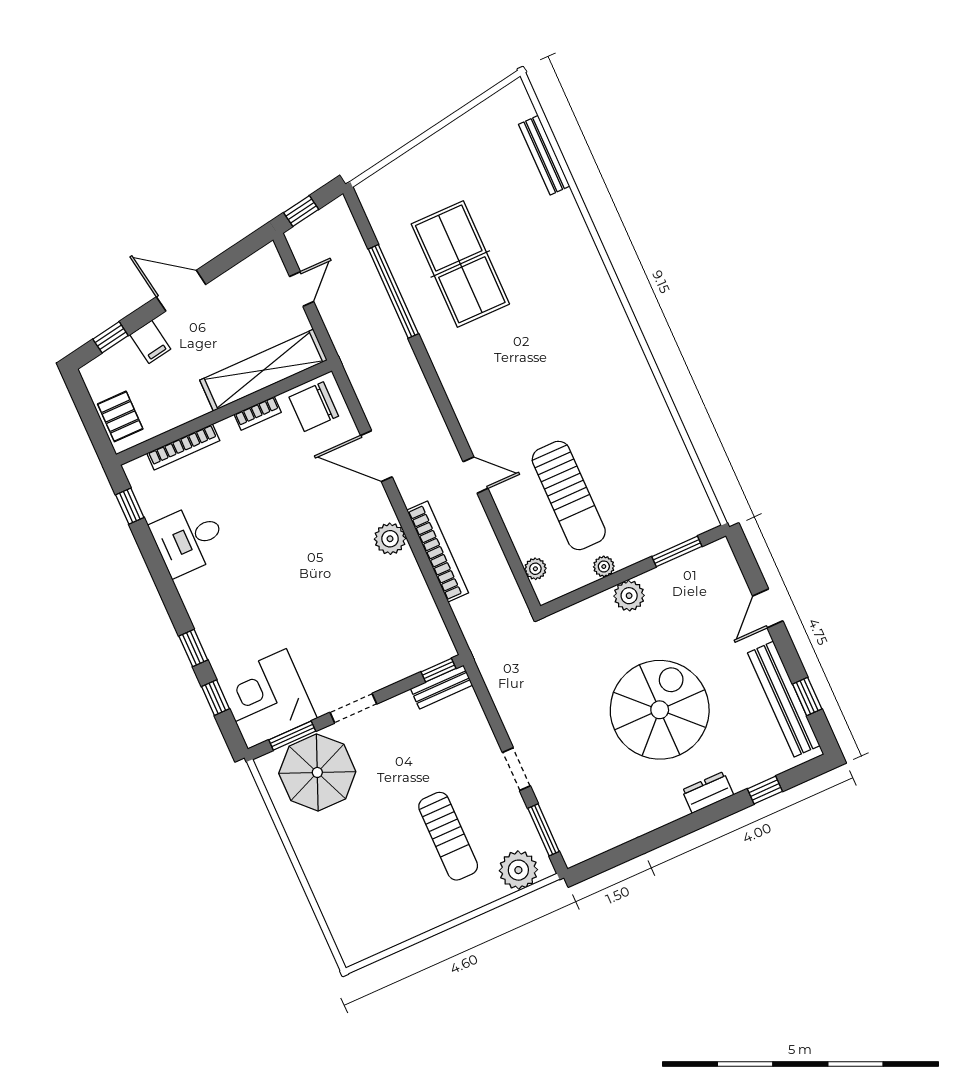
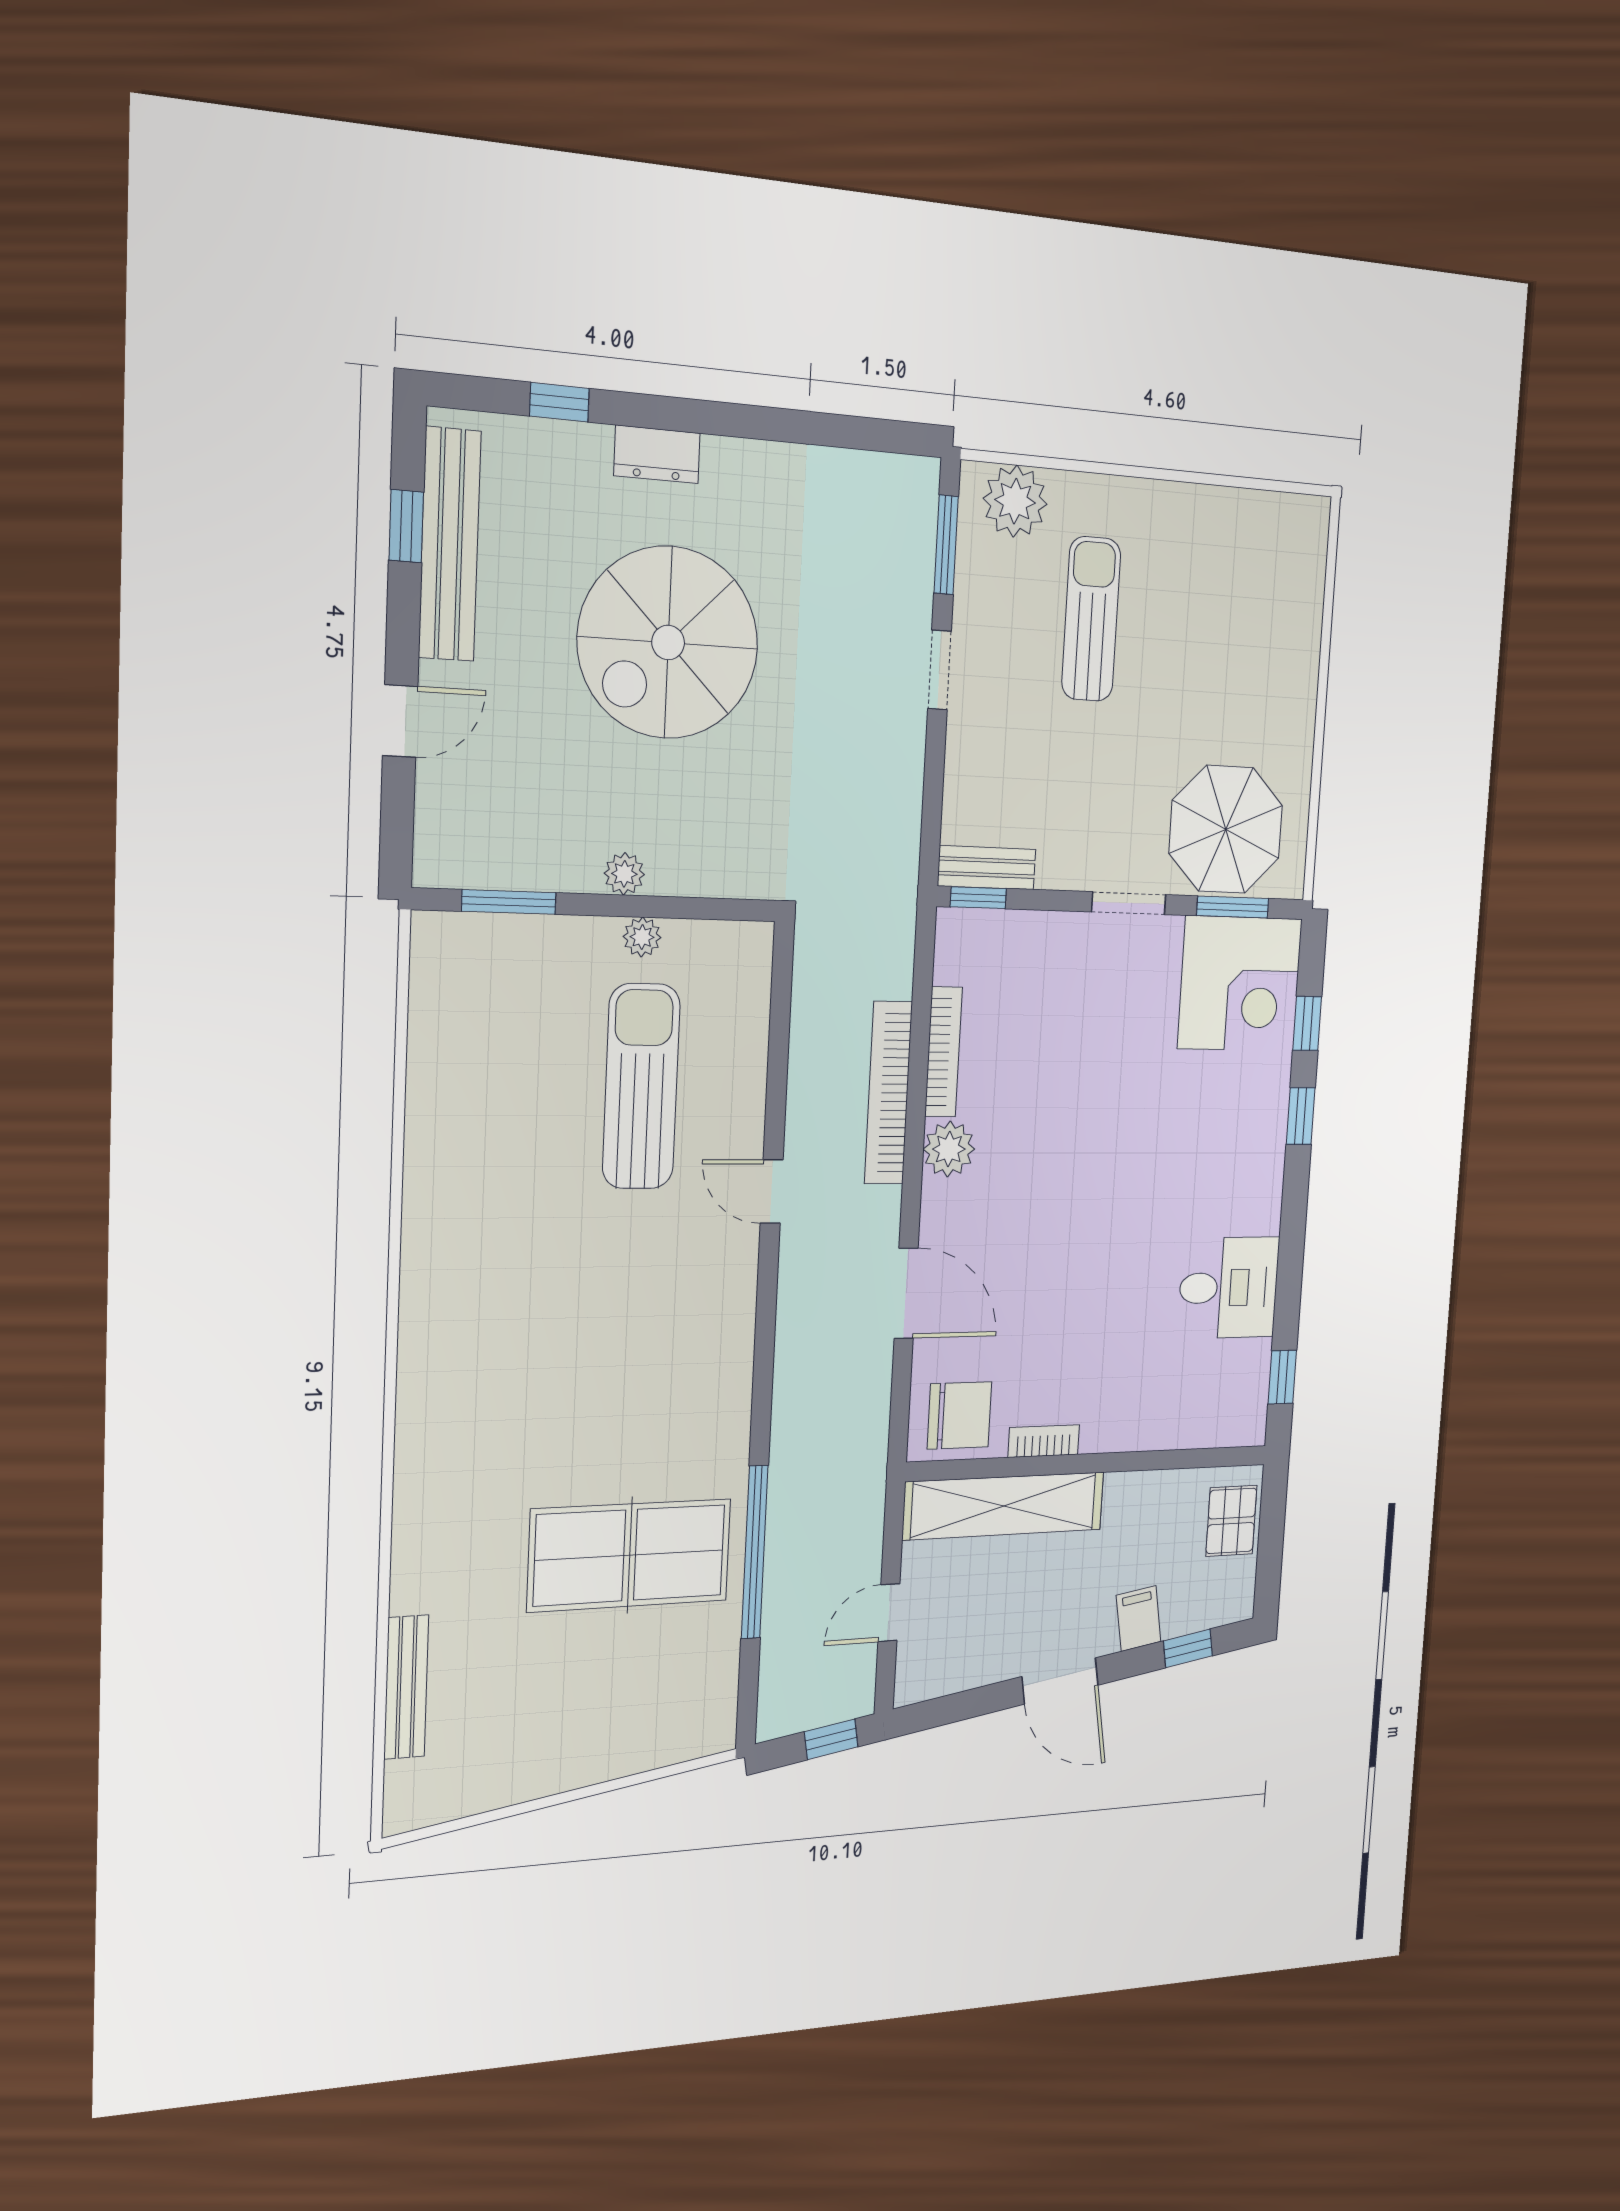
table tennis table: (460, 264) -> (630, 1555), turned 90
bookcase: (183, 447) -> (943, 1052), moved, turned 90
plant: (535, 569) -> (753, 989), removed
plant: (629, 596) -> (624, 874), width x0.73, depth x0.73

